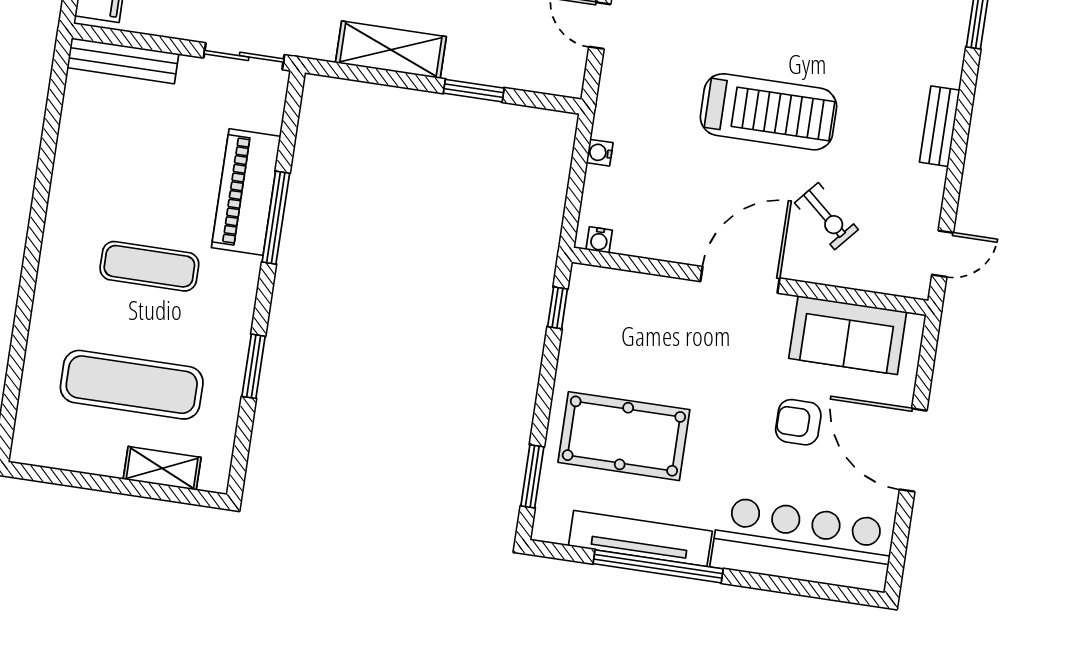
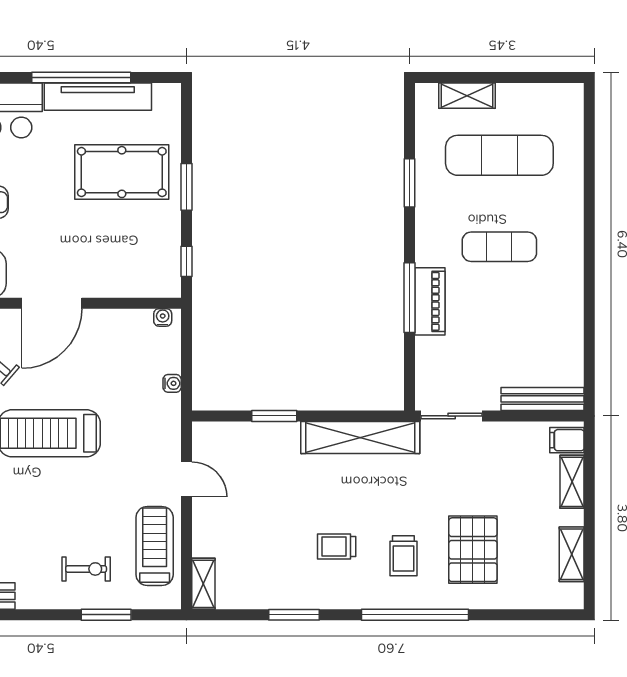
shelving: (391, 50) -> (360, 438), width x1.47
piano: (246, 192) -> (430, 301), width x0.73, depth x0.75
window: (532, 476) -> (186, 187), moved

